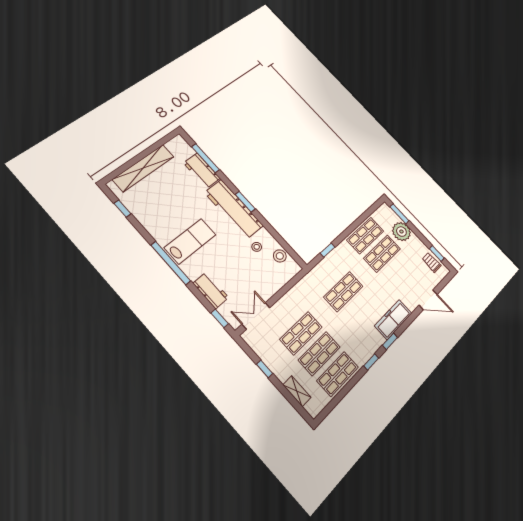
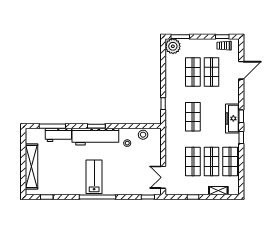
plant: (401, 232) -> (173, 46), moved
shop shelf: (365, 236) -> (211, 72), moved
workbench: (211, 290) -> (130, 189), removed
freezer: (393, 320) -> (232, 118), moved

